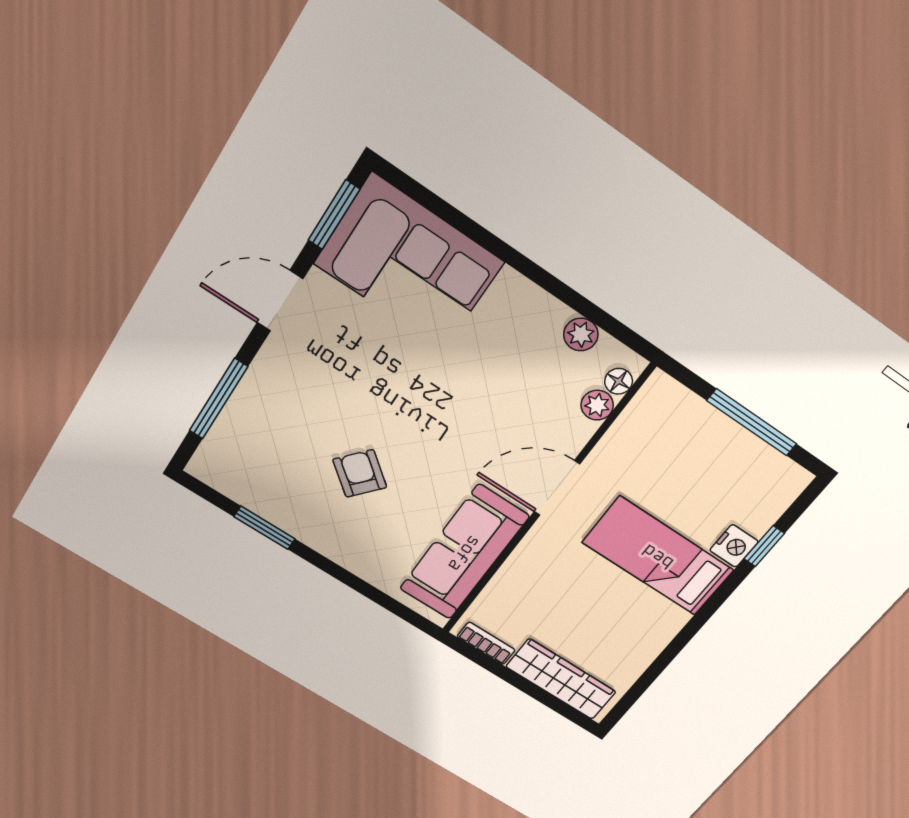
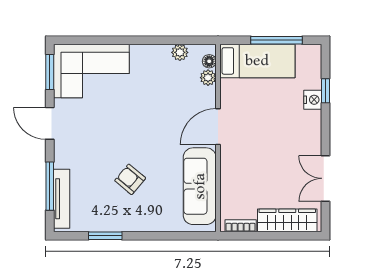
door: (280, 301) -> (50, 123), hinge flipped
tv unit: (227, 430) -> (62, 199), added
bed: (658, 556) -> (257, 61), moved, turned 180
double door: (662, 662) -> (326, 178), added

